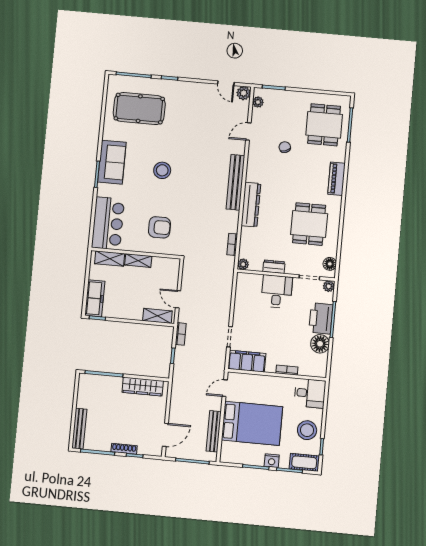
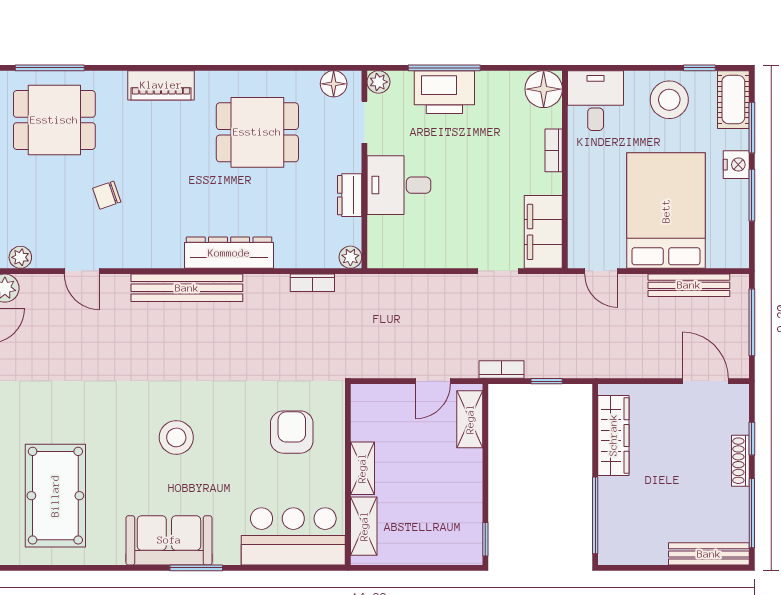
freezer: (95, 298) -> (446, 548), removed
floor lamp: (320, 344) -> (544, 89), moved

